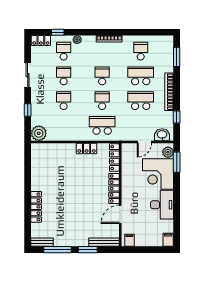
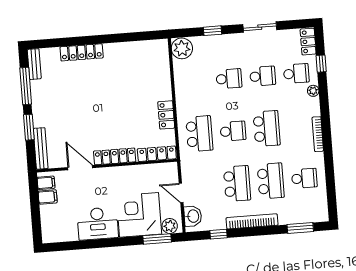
school desk: (102, 76) -> (267, 129), width x1.85
filing cabinet: (168, 240) -> (48, 197), moved

